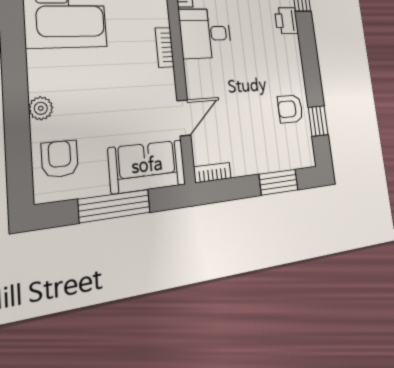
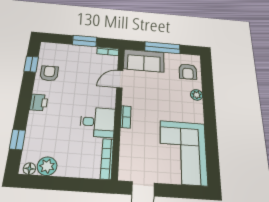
printer: (286, 21) -> (39, 102), moved
armchair: (290, 109) -> (49, 73), turned -90
window: (279, 182) -> (85, 41), moved

